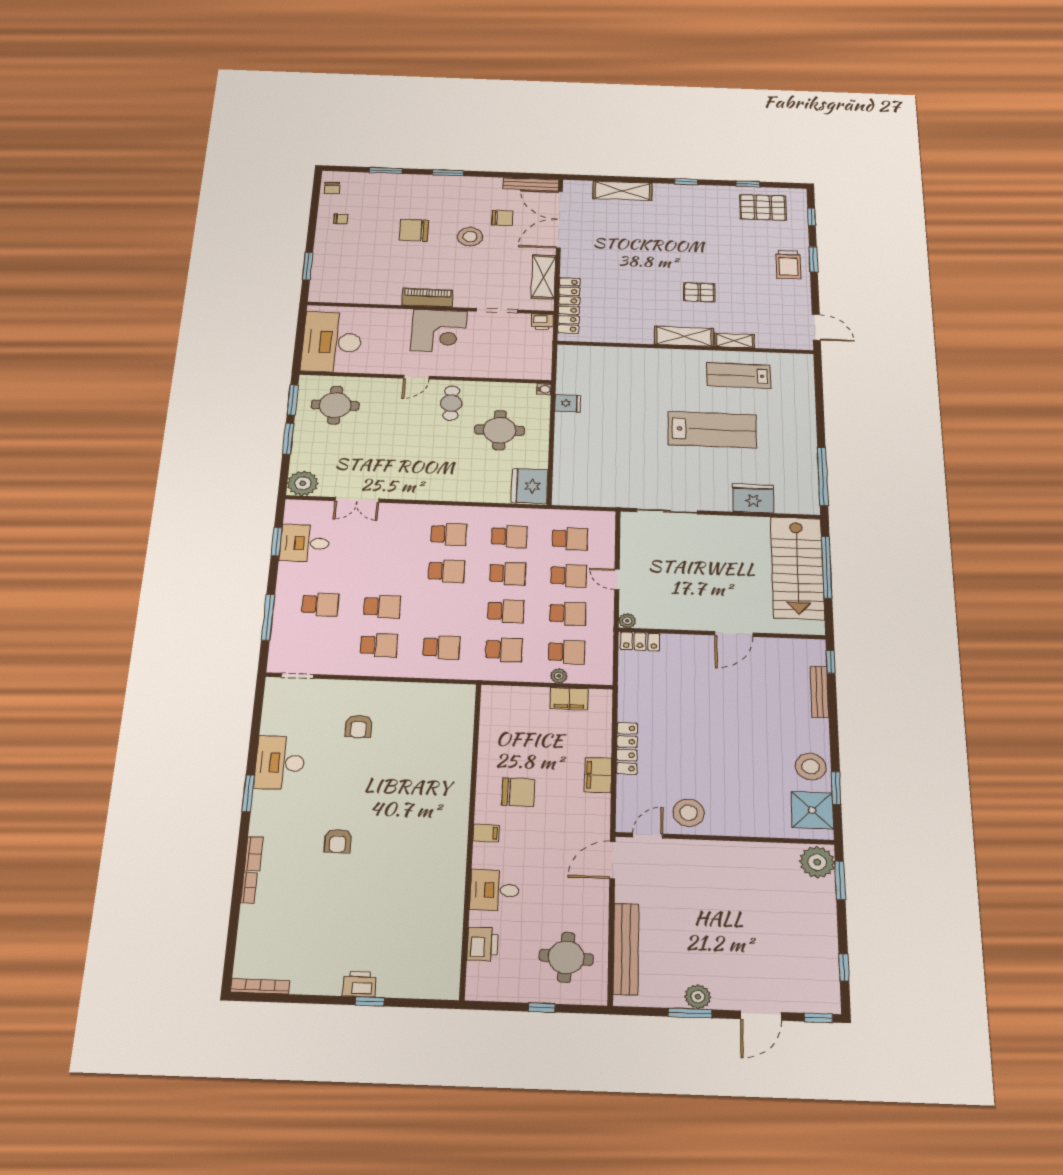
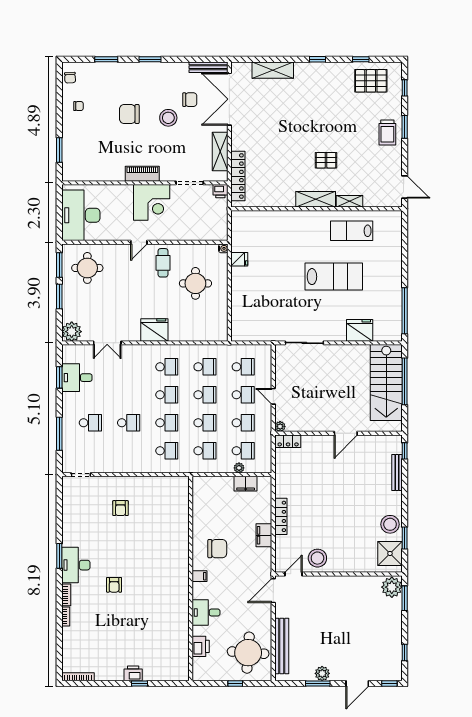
fridge: (529, 486) -> (154, 330), moved, turned 90
school desk: (379, 645) -> (167, 423), moved
desk: (280, 763) -> (76, 565), moved
round table: (566, 957) -> (248, 653), width x1.36, depth x1.36

